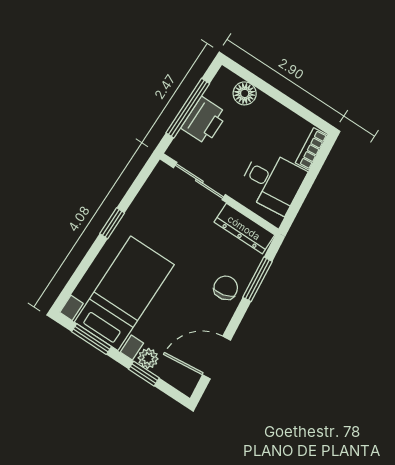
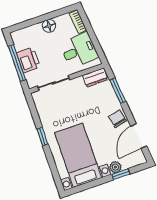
floor lamp: (245, 93) -> (49, 26), moved
dresser: (244, 228) -> (95, 77), width x0.70
chair: (226, 288) -> (117, 119), moved
window: (91, 339) -> (87, 186), removed

